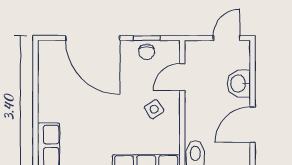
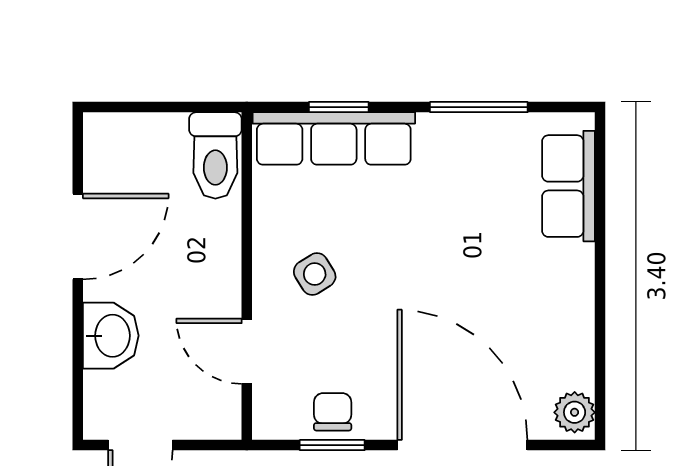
plant: (46, 52) -> (575, 412), added
door: (182, 77) -> (247, 351), swing flipped

